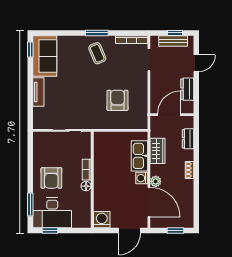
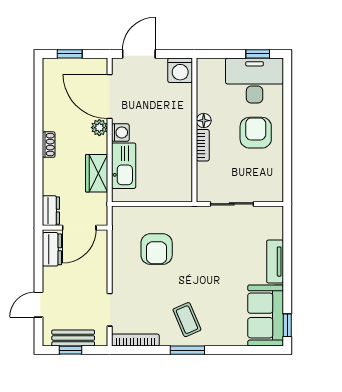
dresser: (187, 89) -> (52, 249), moved
dresser: (188, 139) -> (51, 211), moved
window: (30, 204) -> (287, 93), removed

